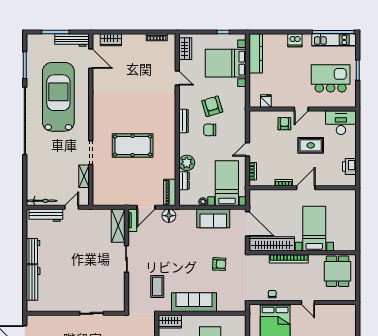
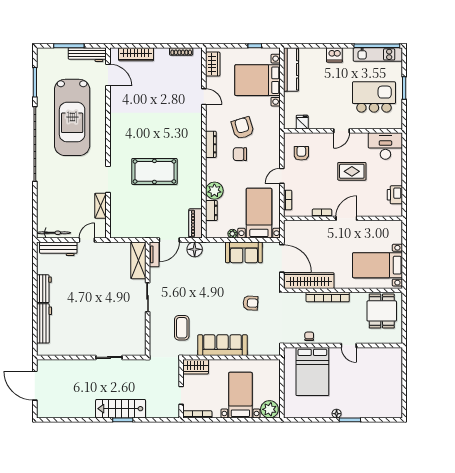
wardrobe: (111, 40) -> (136, 54), width x1.50
car: (58, 97) -> (72, 117), turned 180
armchair: (284, 124) -> (301, 153), moved
bed with nightstands: (314, 229) -> (378, 265), moved, turned -90

